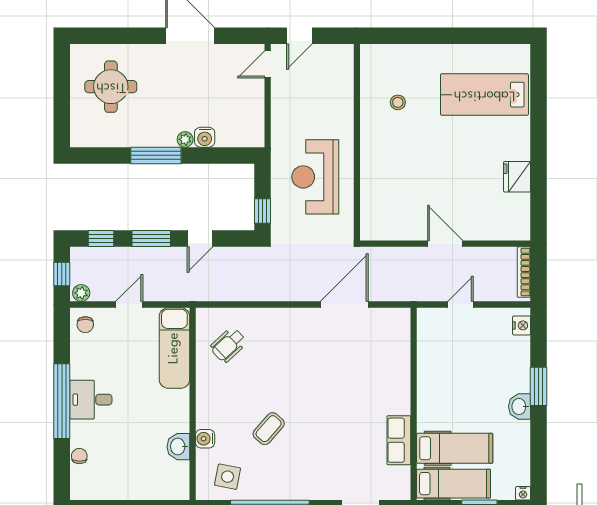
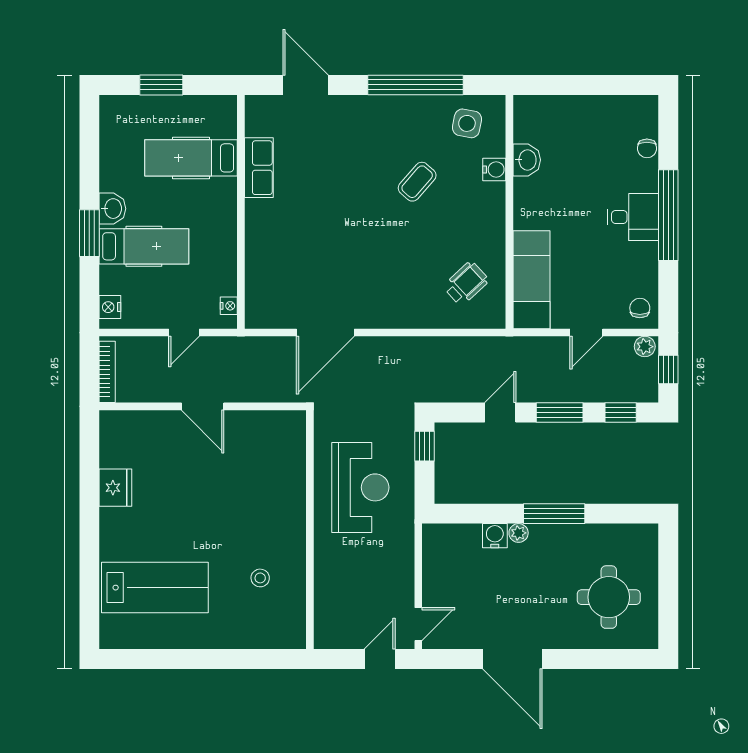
hospital bed: (454, 484) -> (144, 246), moved, turned 180
nightstand: (523, 493) -> (229, 306), moved, turned 90

